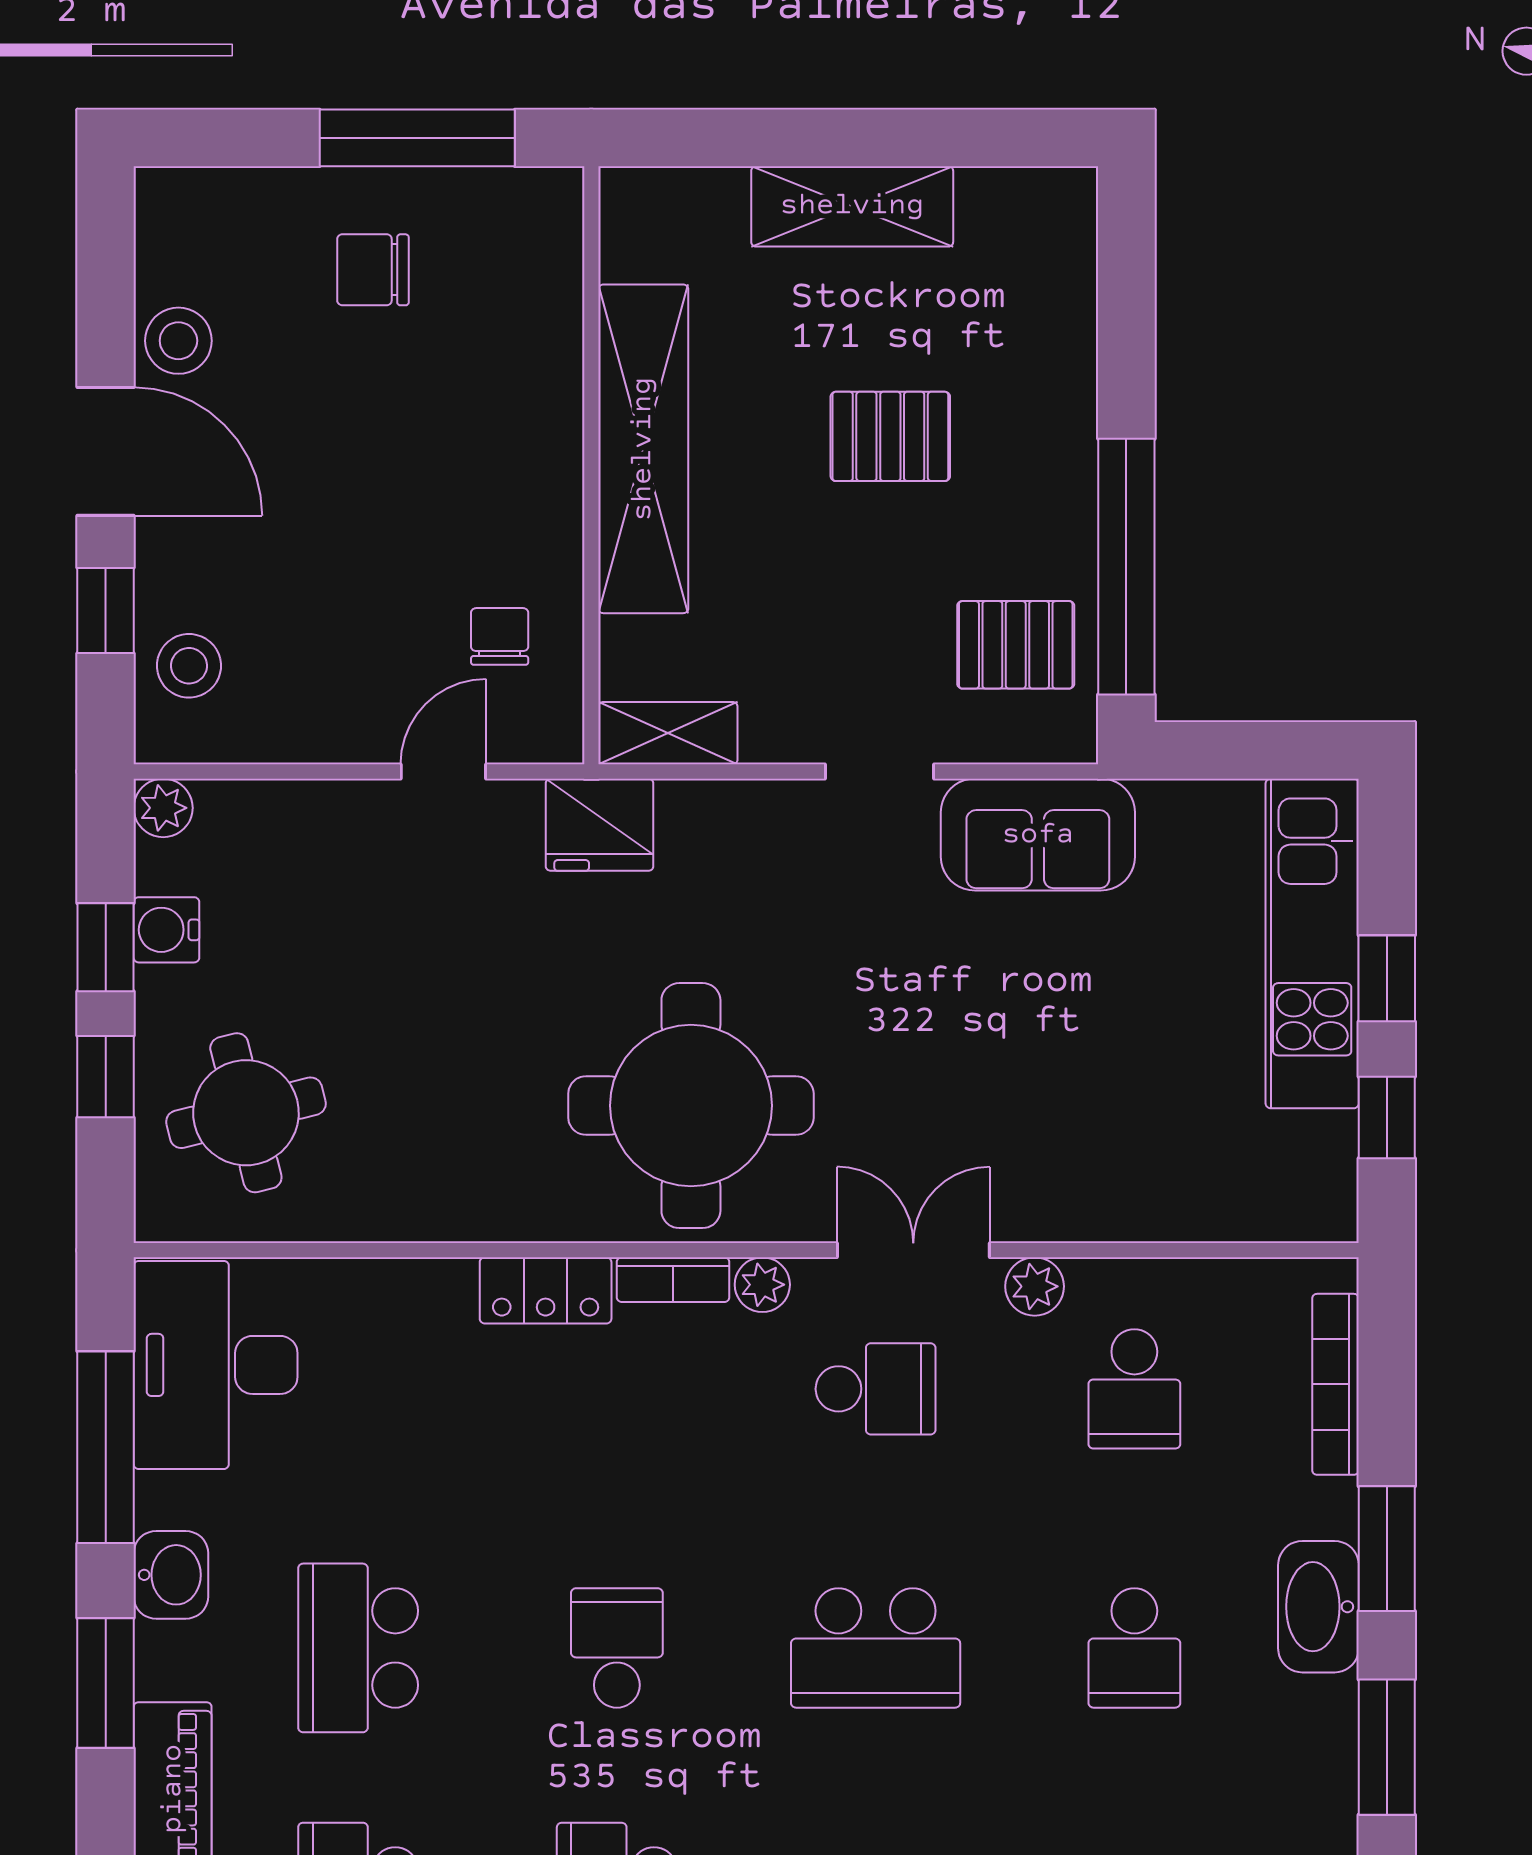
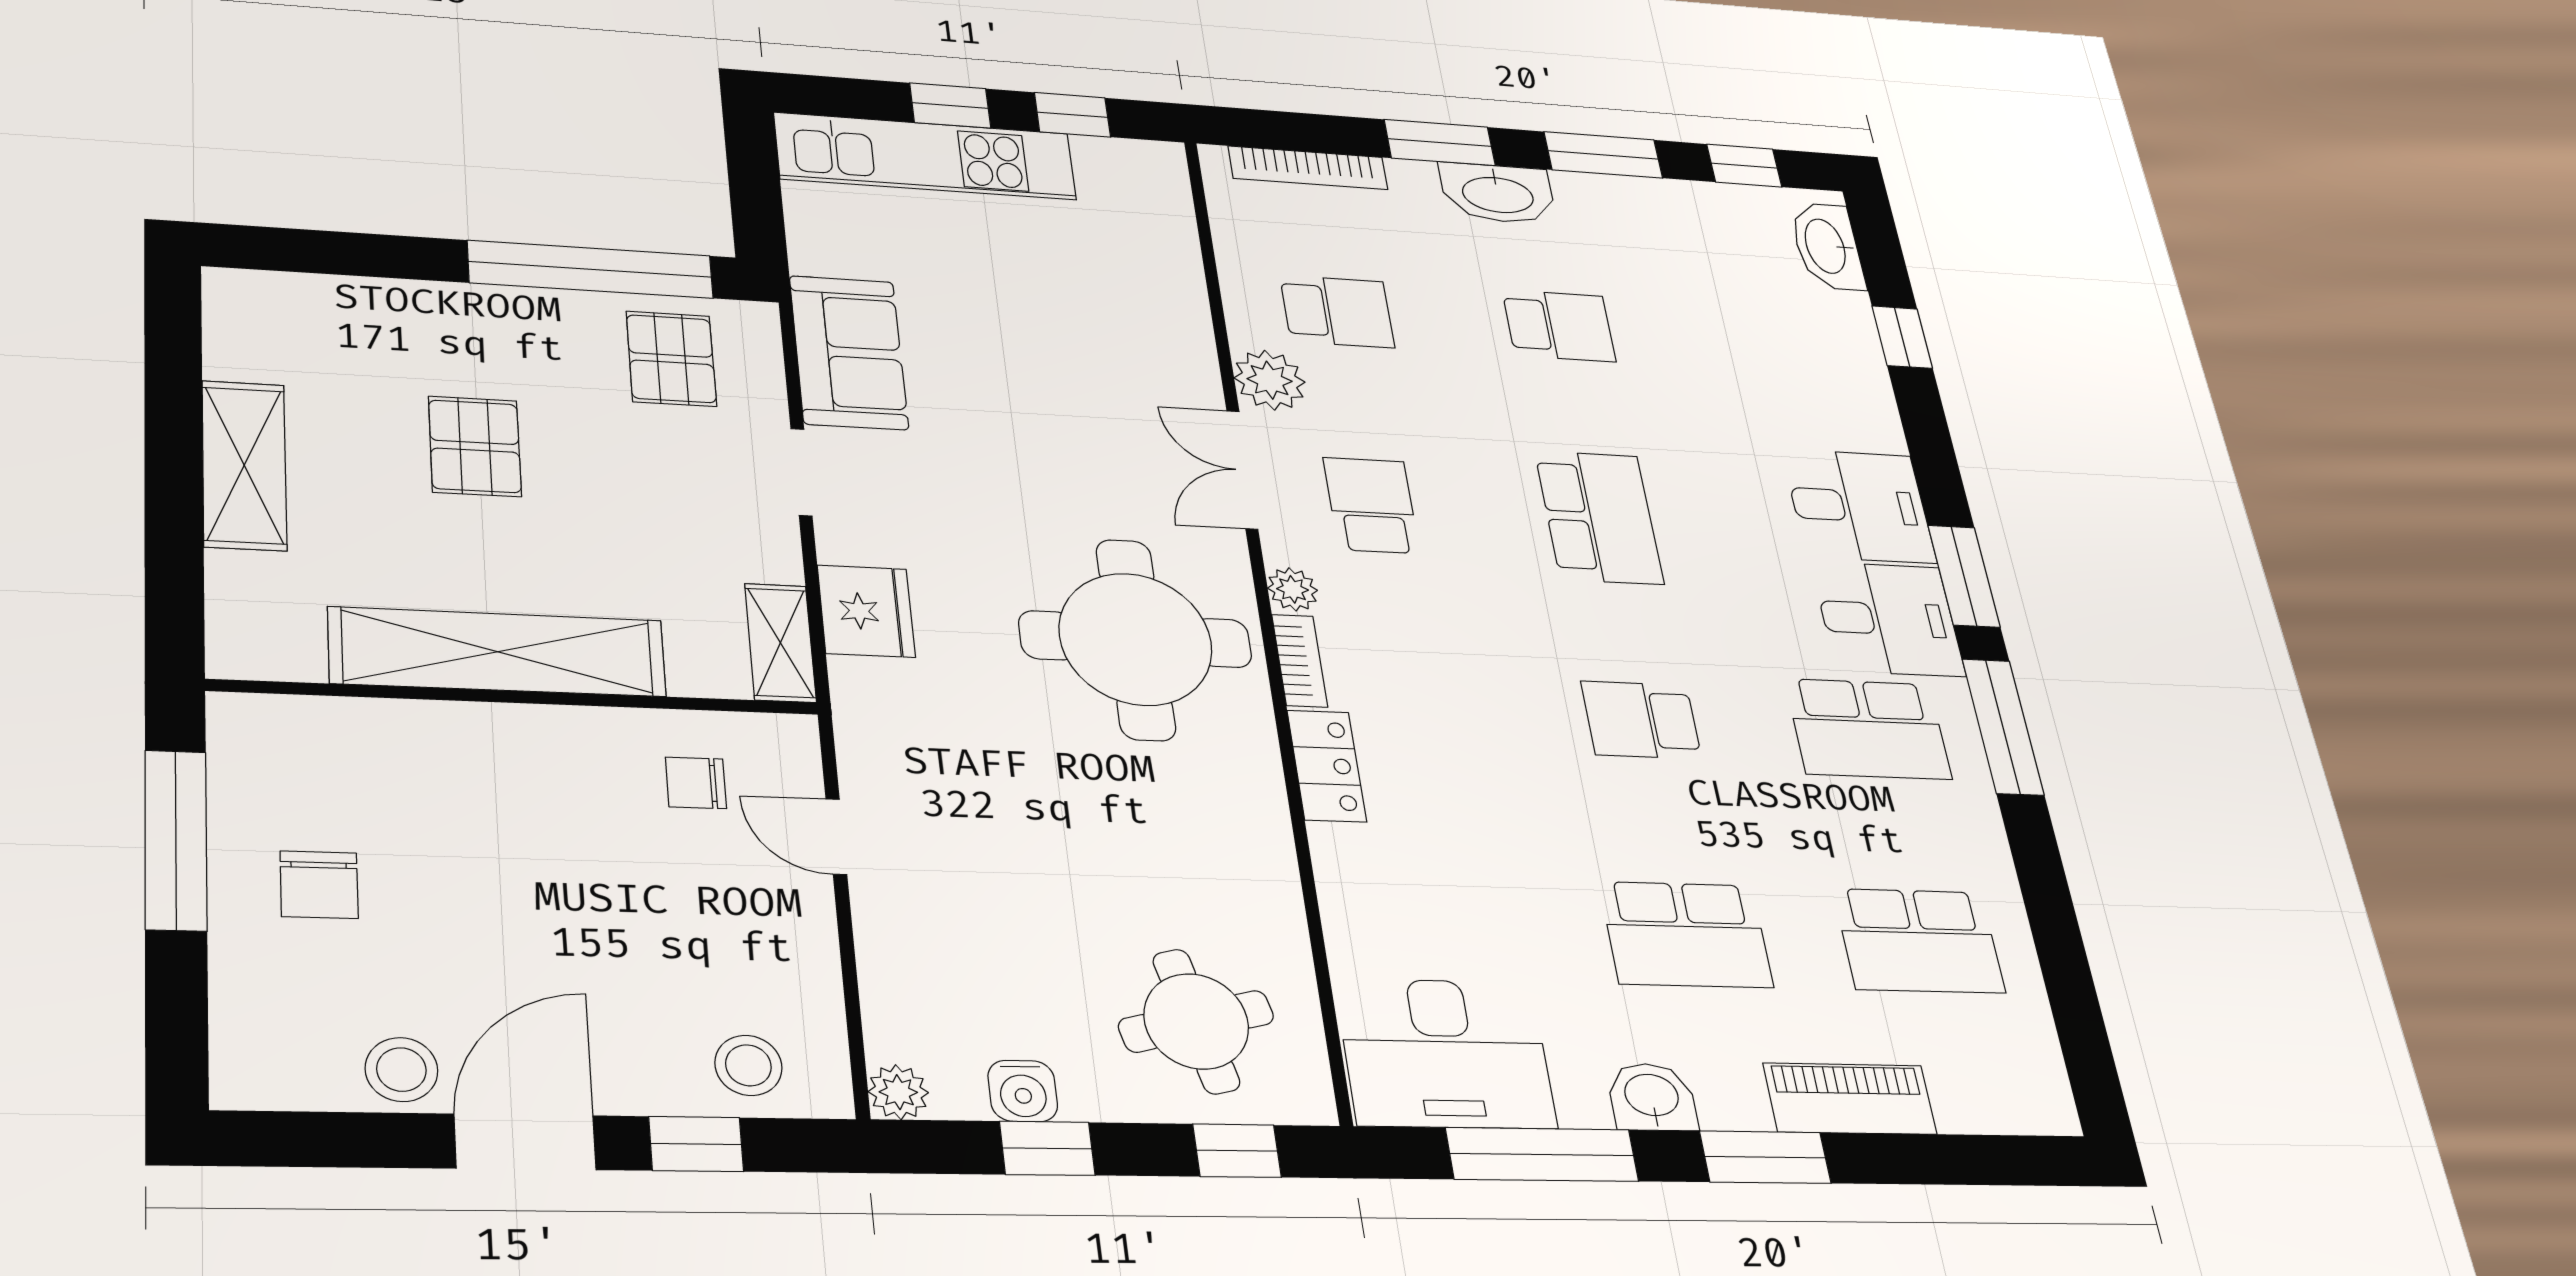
fridge: (600, 825) -> (866, 611), moved
window: (106, 1077) -> (1237, 1151), moved
plant: (1035, 1286) -> (1270, 380), width x1.38, depth x1.38

